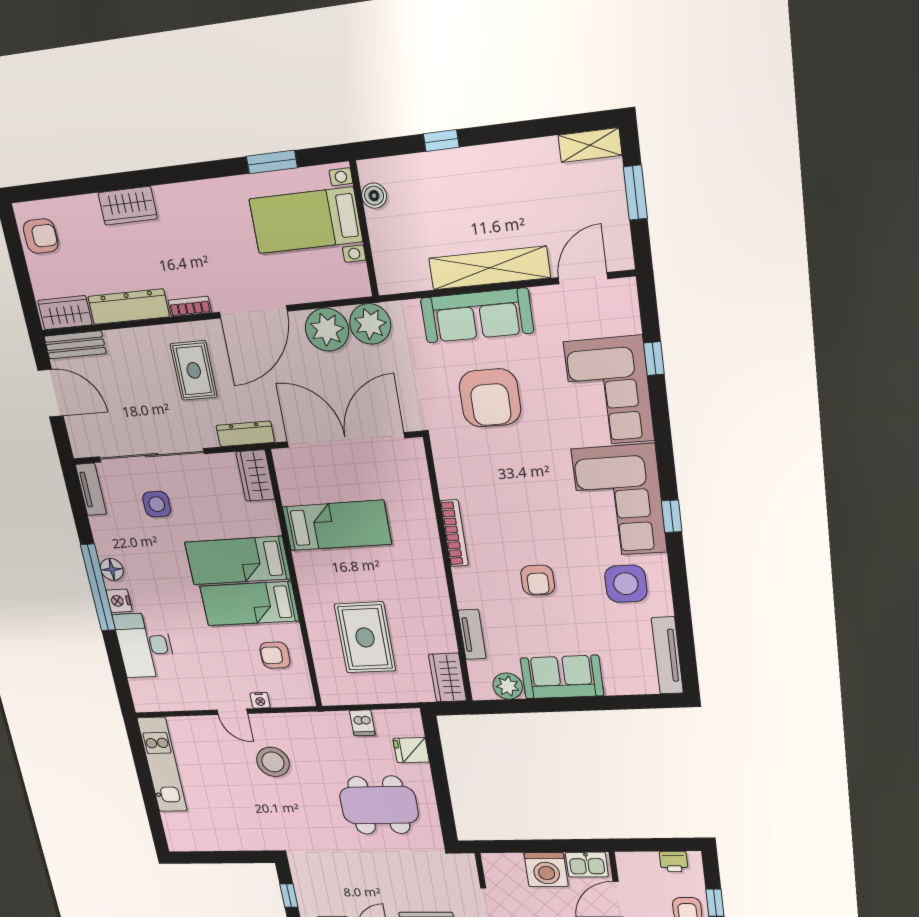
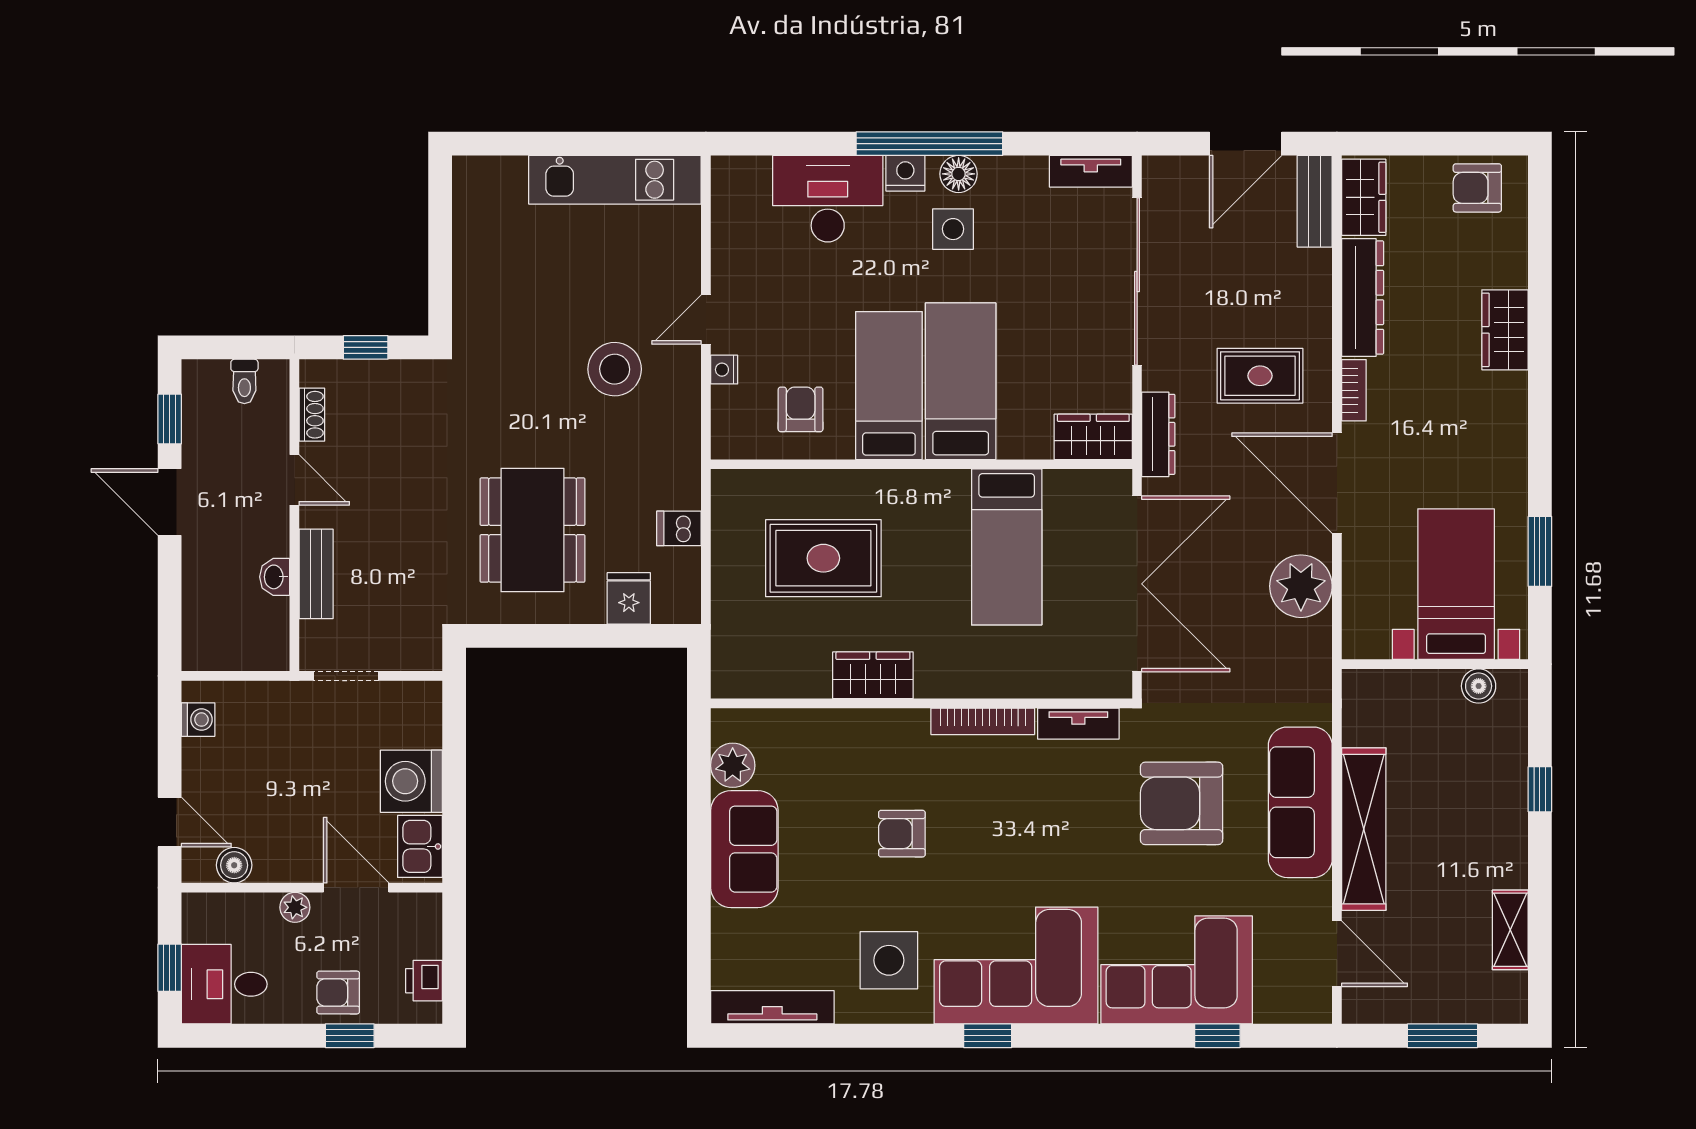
shelving: (590, 145) -> (1510, 930), moved
armchair: (41, 236) -> (1477, 188), turned 90
plant: (370, 324) -> (1303, 650), removed
side table: (157, 504) -> (953, 229), moved
tv unit: (472, 634) -> (1078, 724), moved
wardrobe: (448, 678) -> (873, 675), moved

